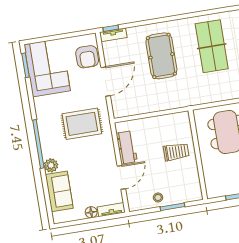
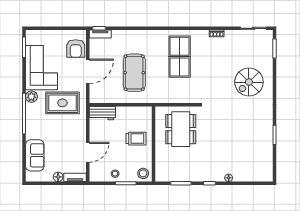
pool table: (161, 56) -> (134, 73), moved
corner sofa: (47, 68) -> (41, 68), moved
workbench: (127, 147) -> (102, 113), moved, turned 90
plant: (51, 165) -> (31, 97), moved
stool: (191, 192) -> (143, 173), added

